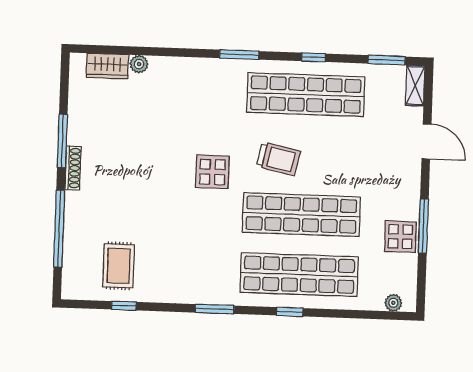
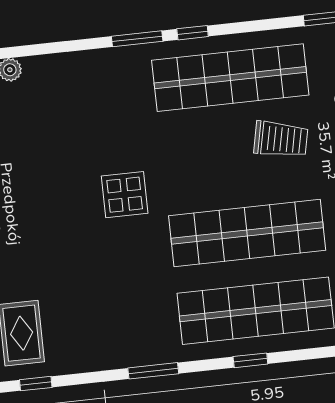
window: (314, 57) -> (193, 33), moved
trolley: (278, 159) -> (281, 139), moved

